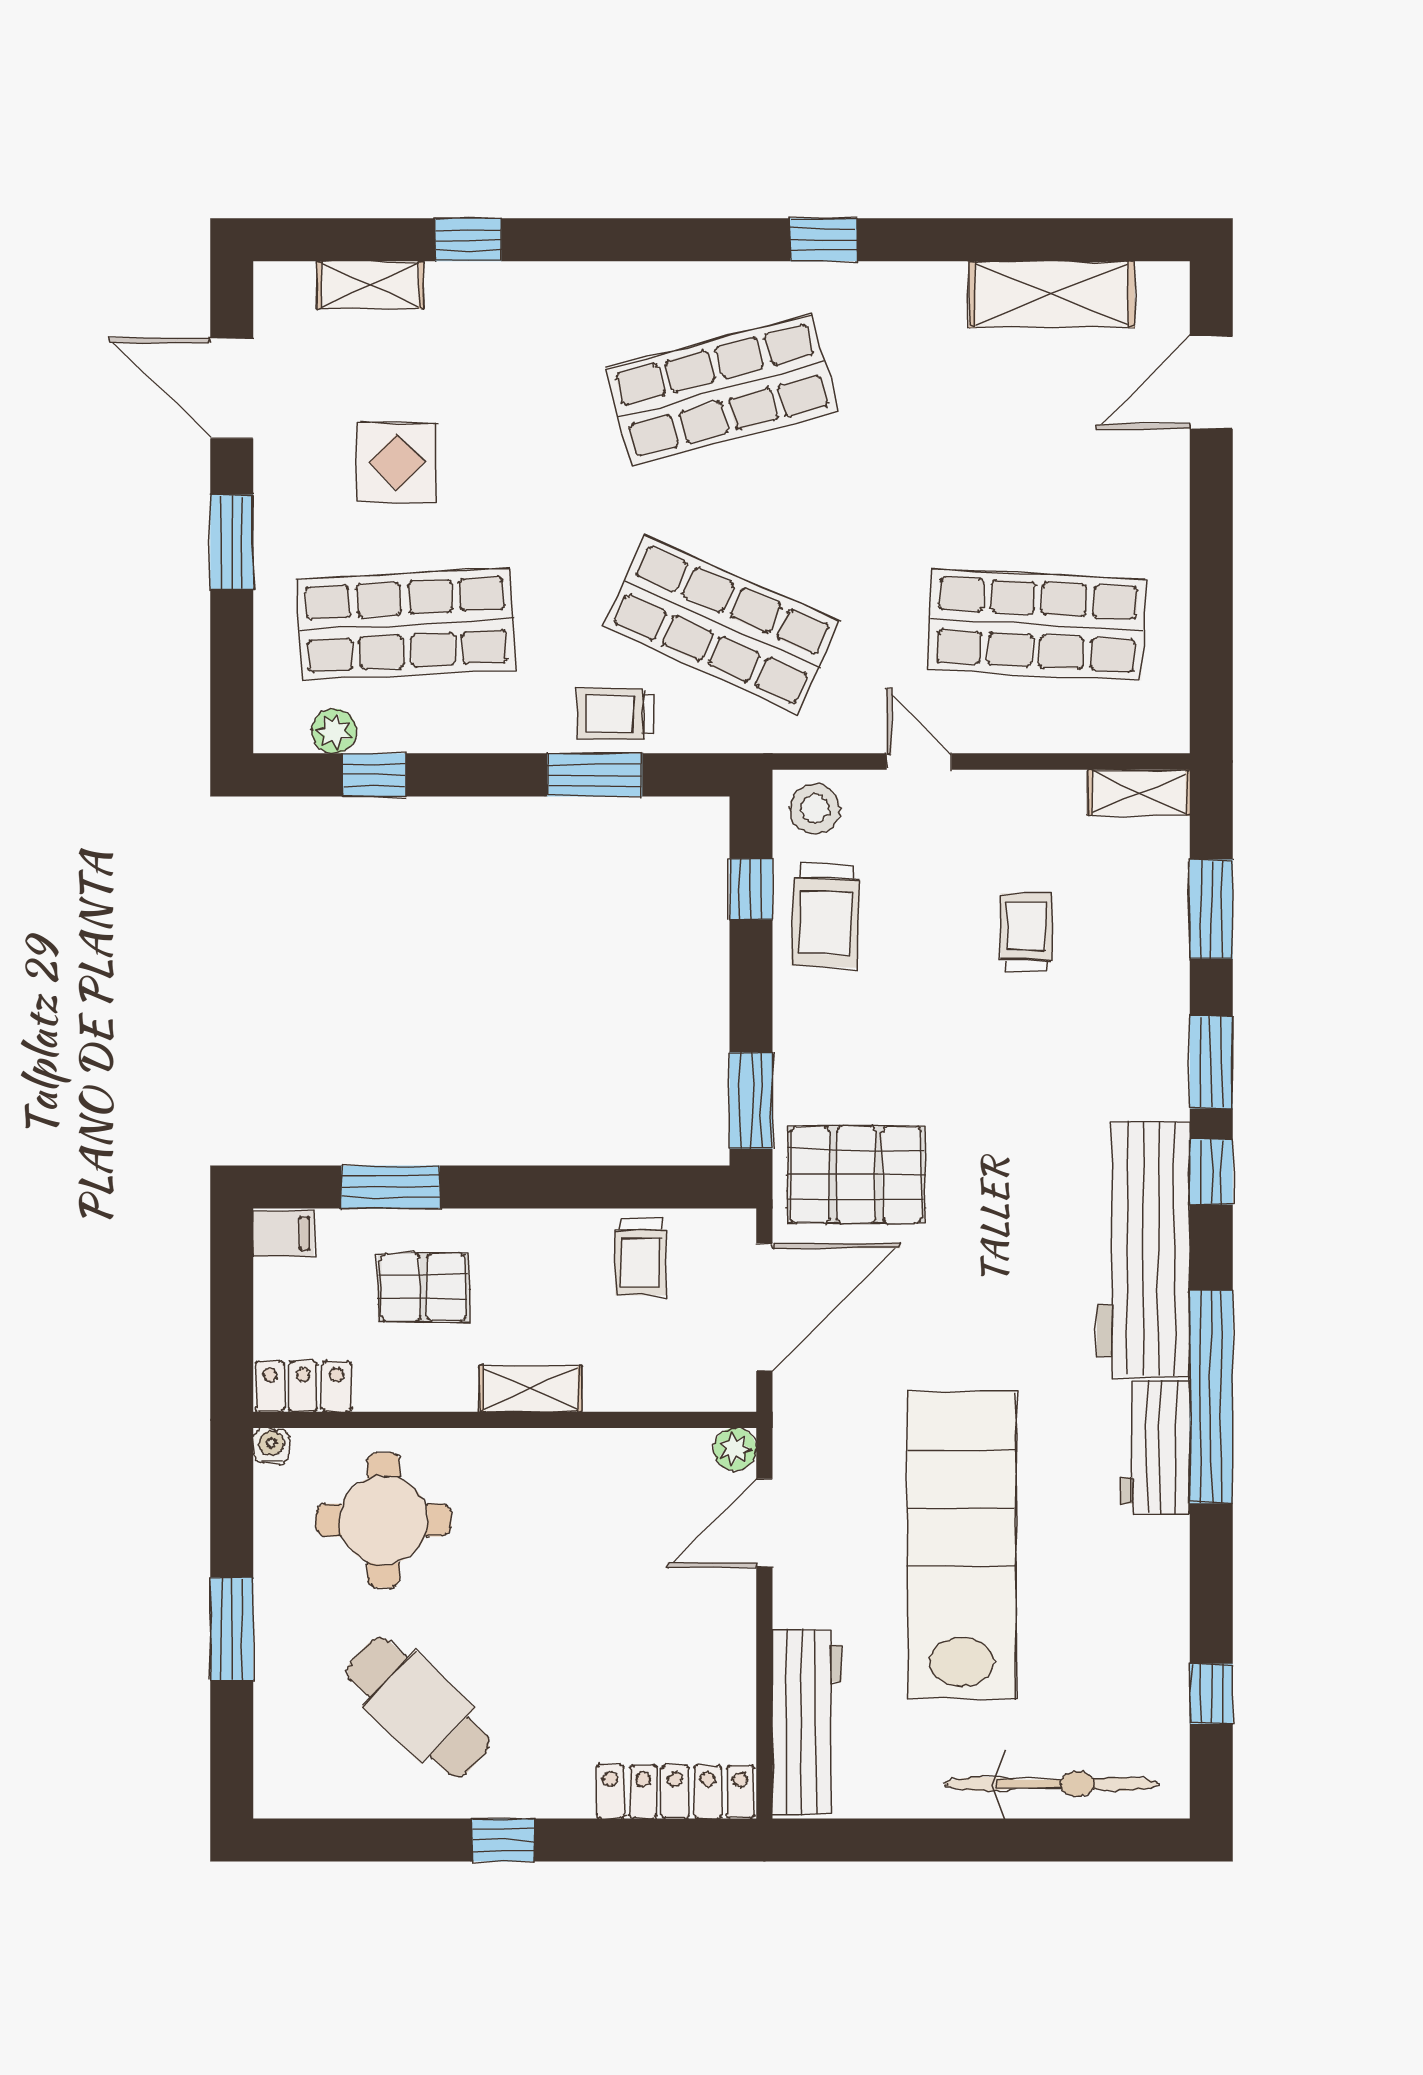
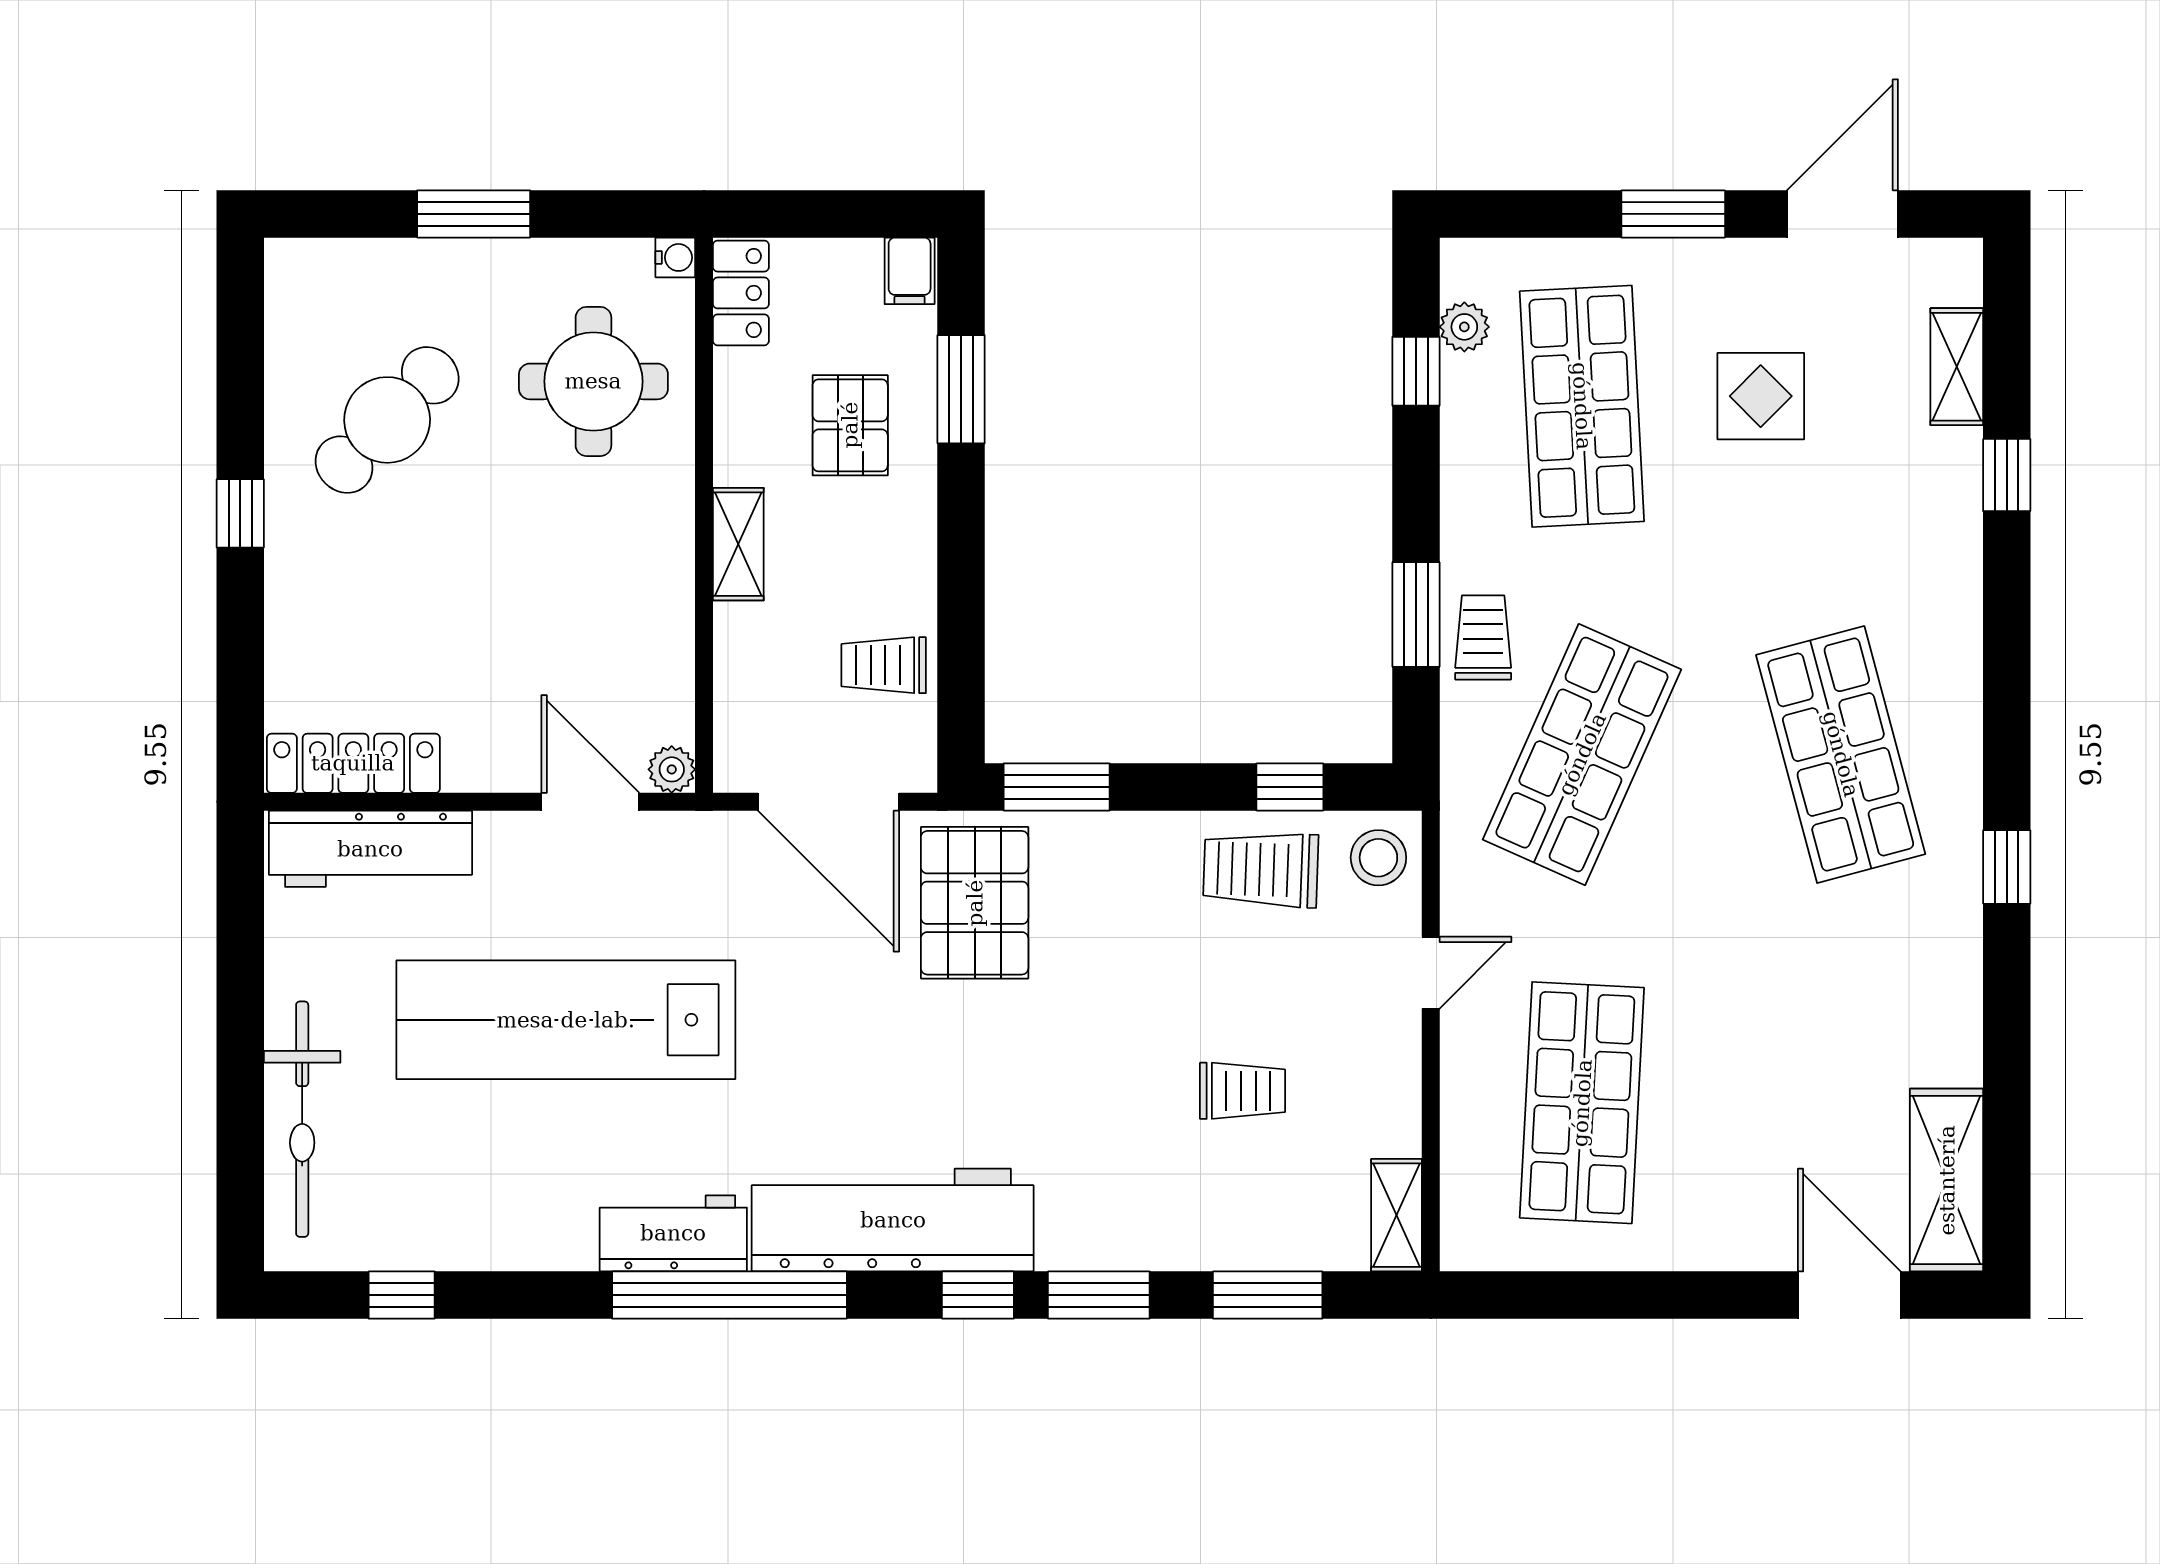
shelving: (1052, 294) -> (1947, 1180), moved
lab bench: (962, 1545) -> (566, 1020), turned 180
locker: (675, 1792) -> (353, 763), moved, turned -90

